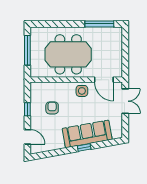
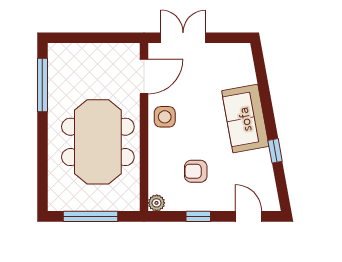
plant: (35, 86) -> (157, 203), added
sofa: (87, 134) -> (245, 119), width x0.73
door: (27, 137) -> (249, 216), hinge flipped
window: (84, 148) -> (275, 151), moved

